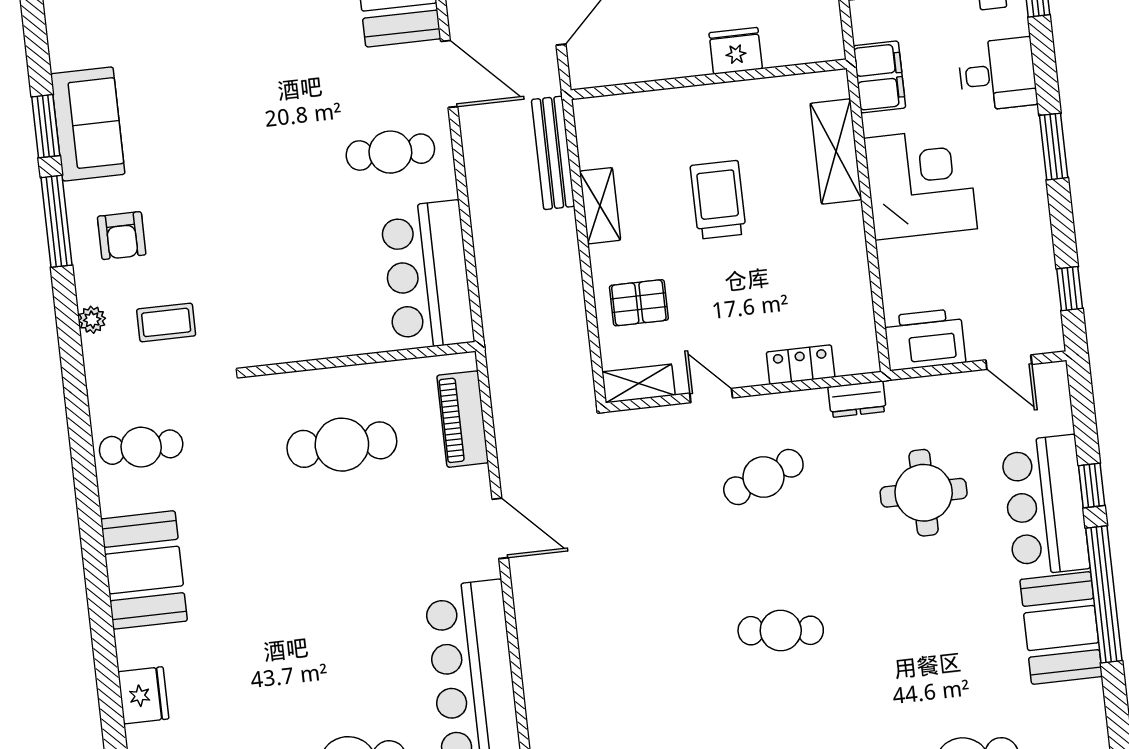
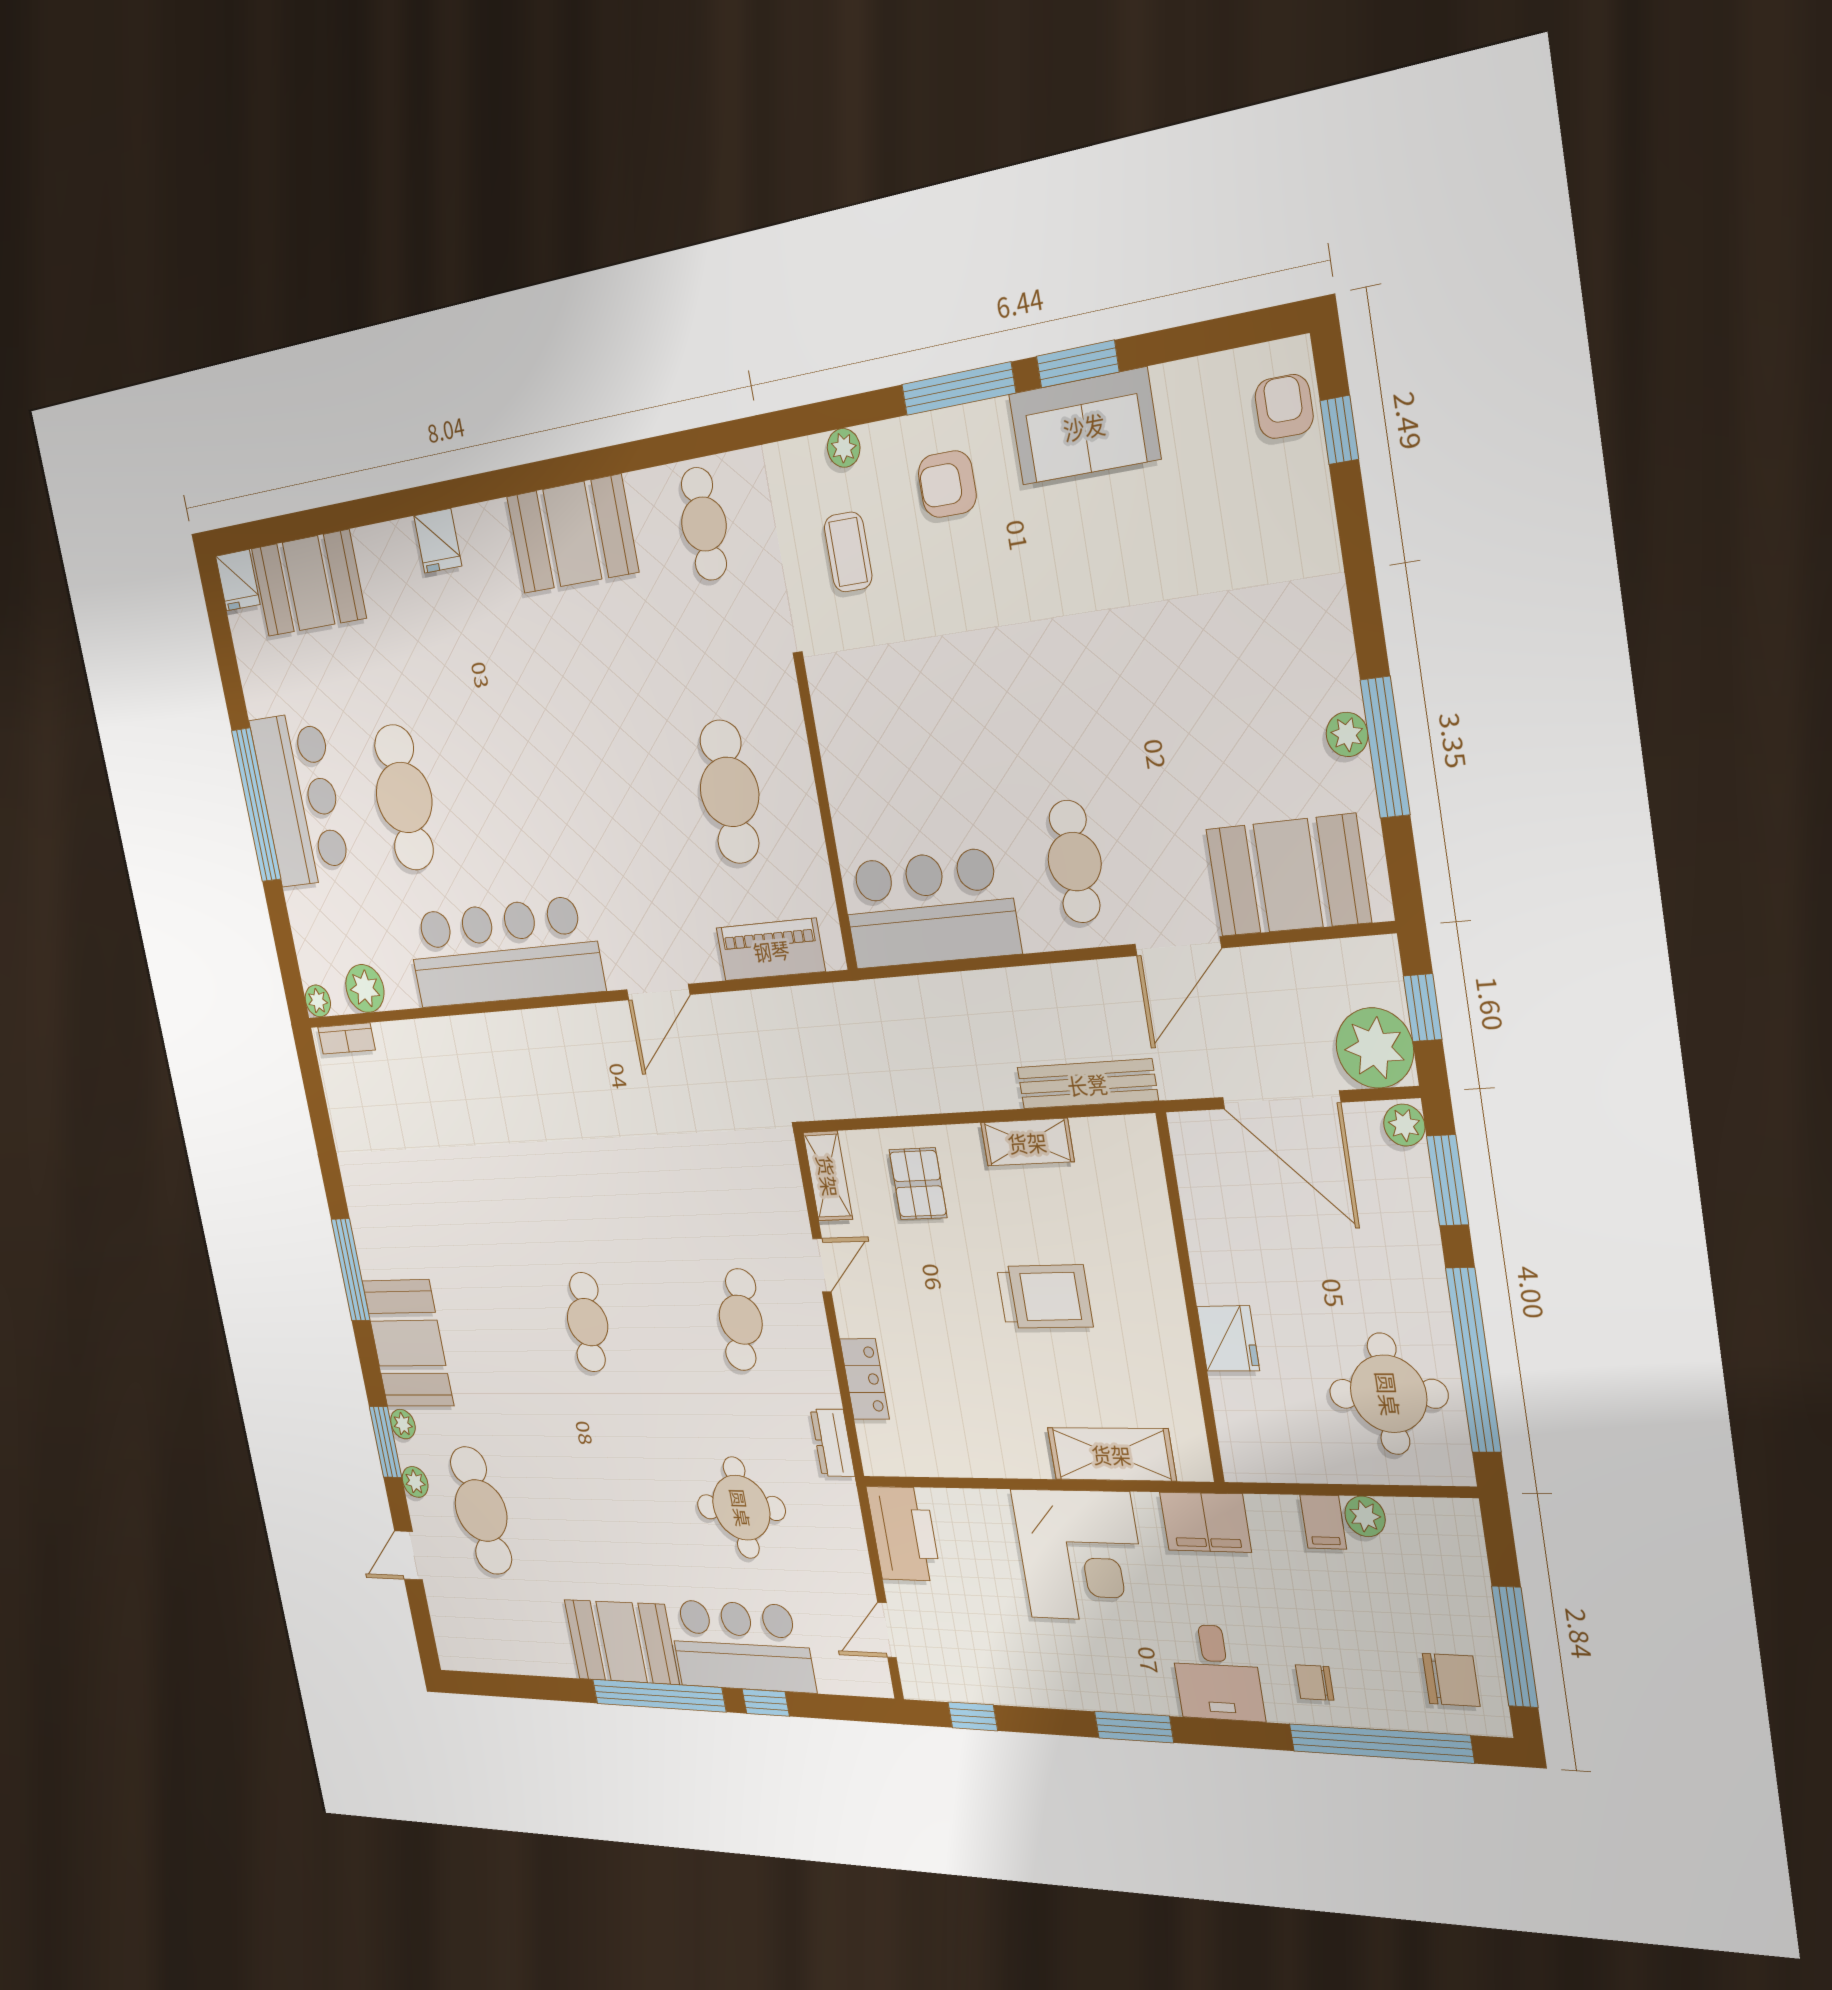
cafe table: (763, 477) -> (741, 1320), turned 33
fridge: (143, 695) -> (438, 541), width x0.72

